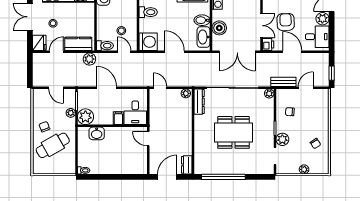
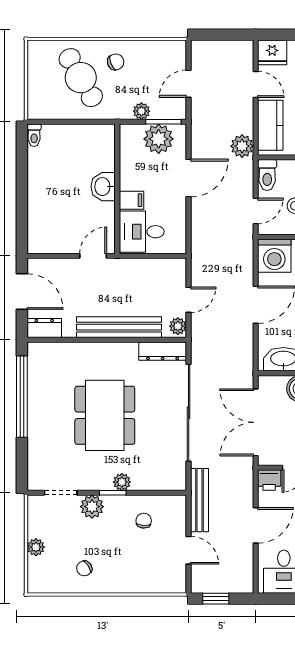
bench: (283, 82) -> (199, 500), width x1.36
door: (160, 88) -> (189, 300), moved
plant: (269, 93) -> (122, 482), moved
plant: (85, 117) -> (159, 139), moved
bench: (186, 125) -> (119, 327), added
washbasin: (97, 133) -> (103, 187), moved

